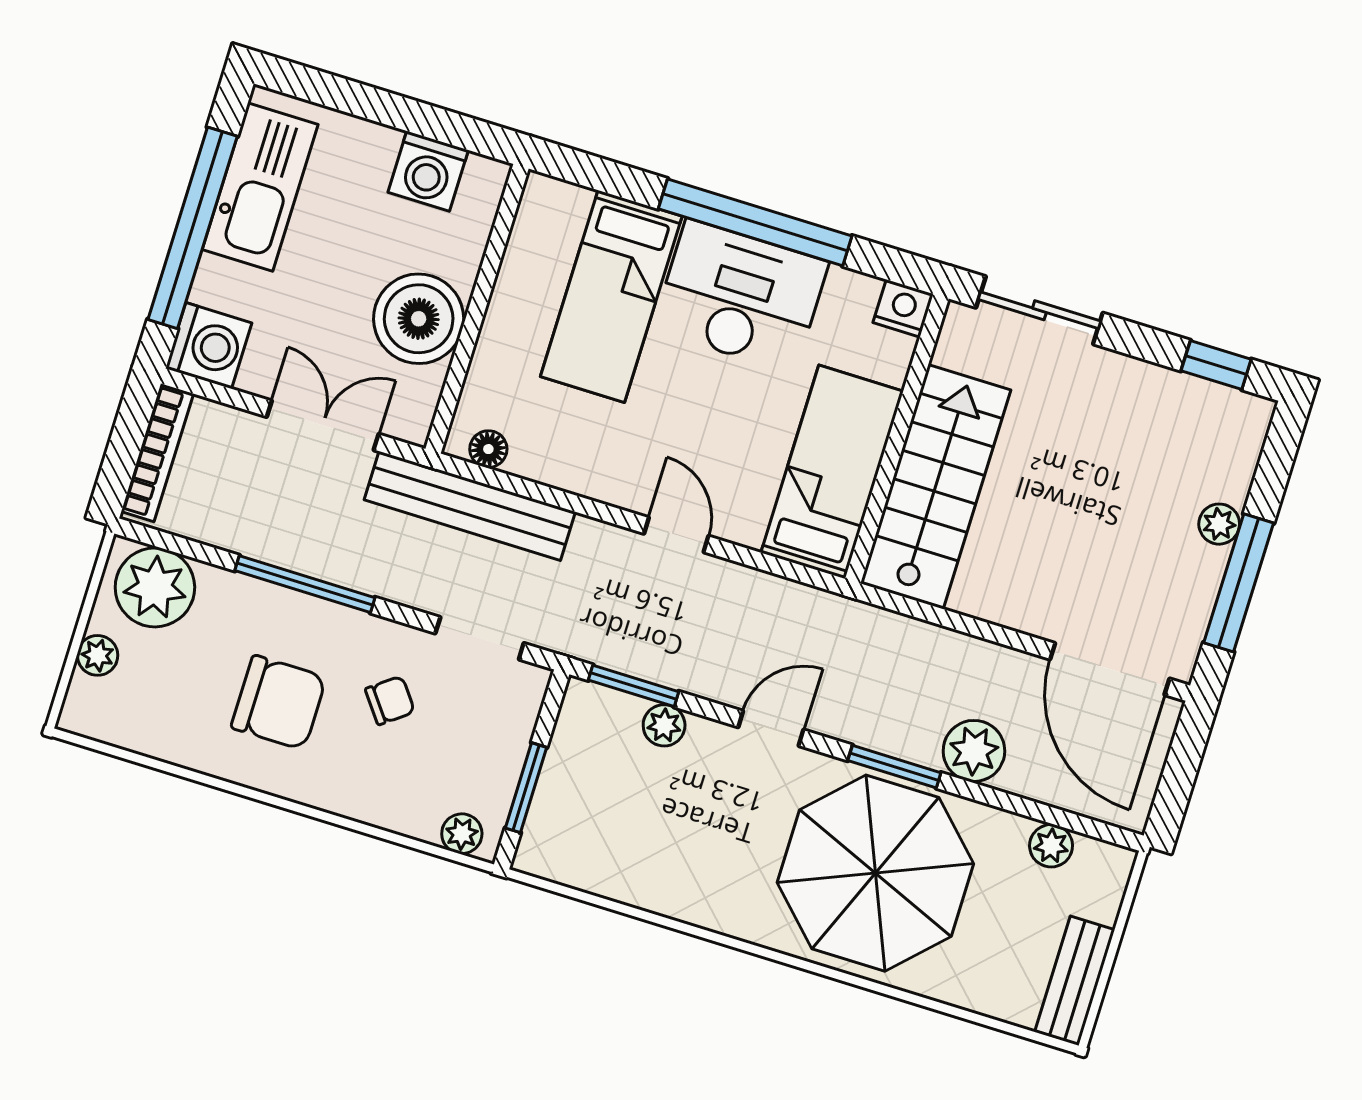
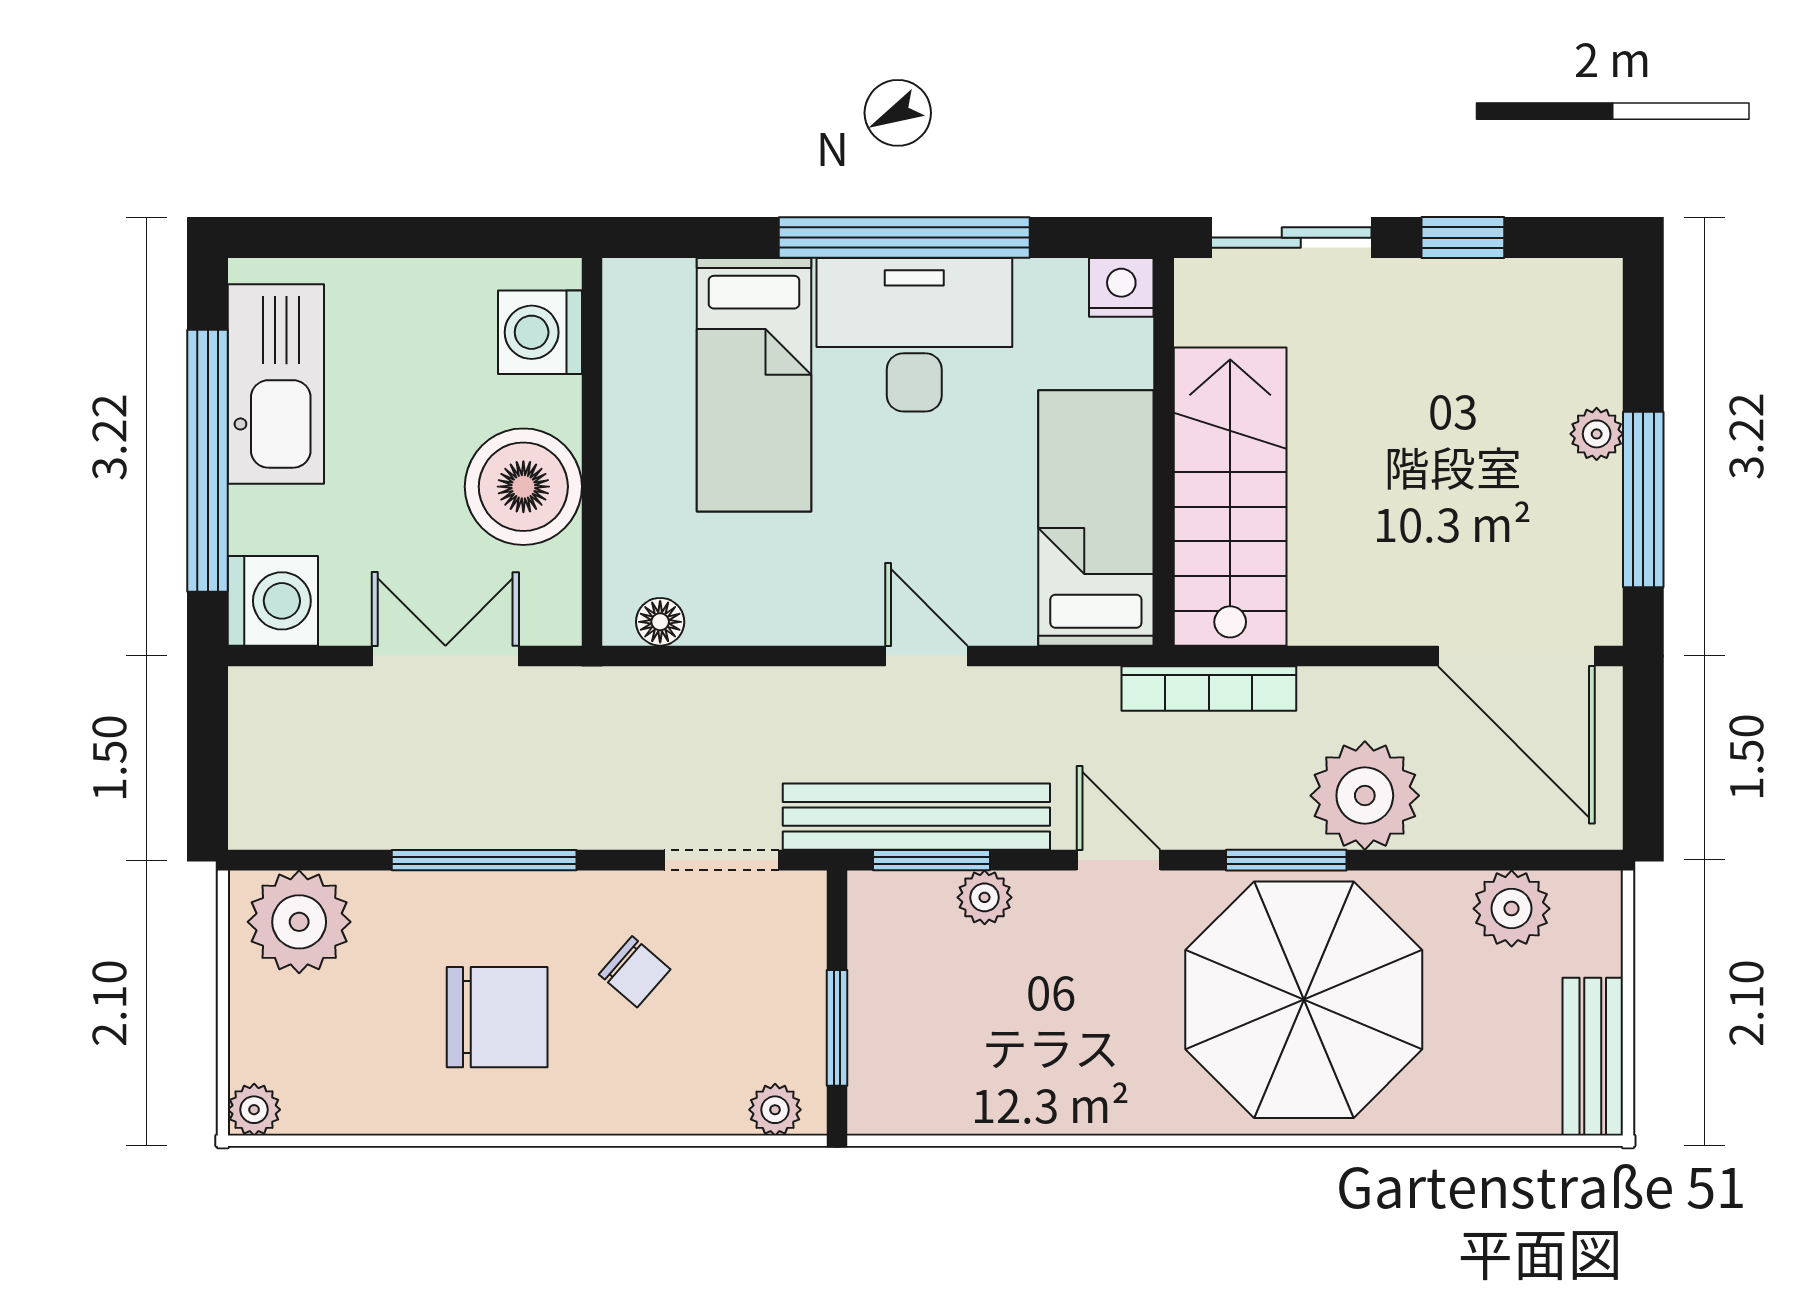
washing machine: (428, 171) -> (540, 332), moved, turned 90
window: (1216, 365) -> (1463, 238), moved
bookcase: (157, 453) -> (1209, 689), moved, turned 90
bench: (470, 506) -> (916, 817), moved
plant: (98, 655) -> (254, 1110), moved
chair: (390, 700) -> (635, 972), turned 78
door: (771, 728) -> (1118, 860), hinge flipped
plant: (974, 751) -> (1365, 796), width x1.36, depth x1.36
plant: (1051, 846) -> (1512, 909), width x1.38, depth x1.38

